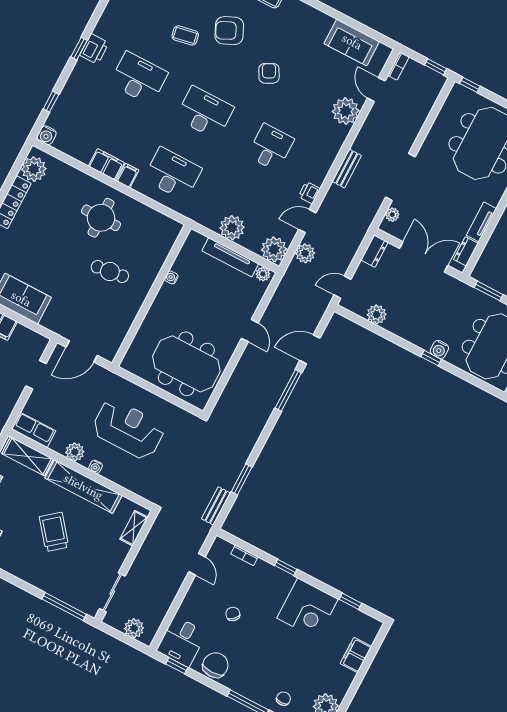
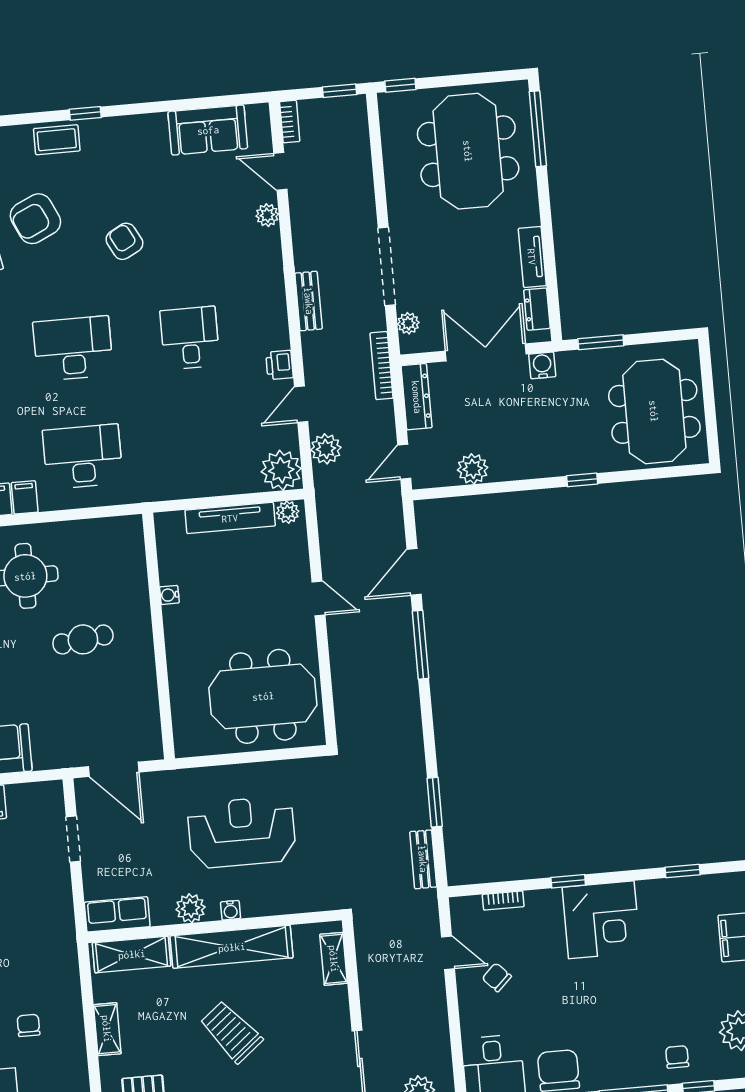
plant: (346, 111) -> (267, 215), width x0.53, depth x0.53
plant: (232, 228) -> (207, 477), removed
bookcase: (363, 228) -> (382, 366), added
dresser: (374, 251) -> (417, 397), width x1.44
water cooler: (439, 349) -> (542, 365), moved, turned 180
door: (82, 351) -> (114, 769), hinge flipped
corner desk: (307, 609) -> (601, 920), moved
chair: (233, 614) -> (497, 977), moved

